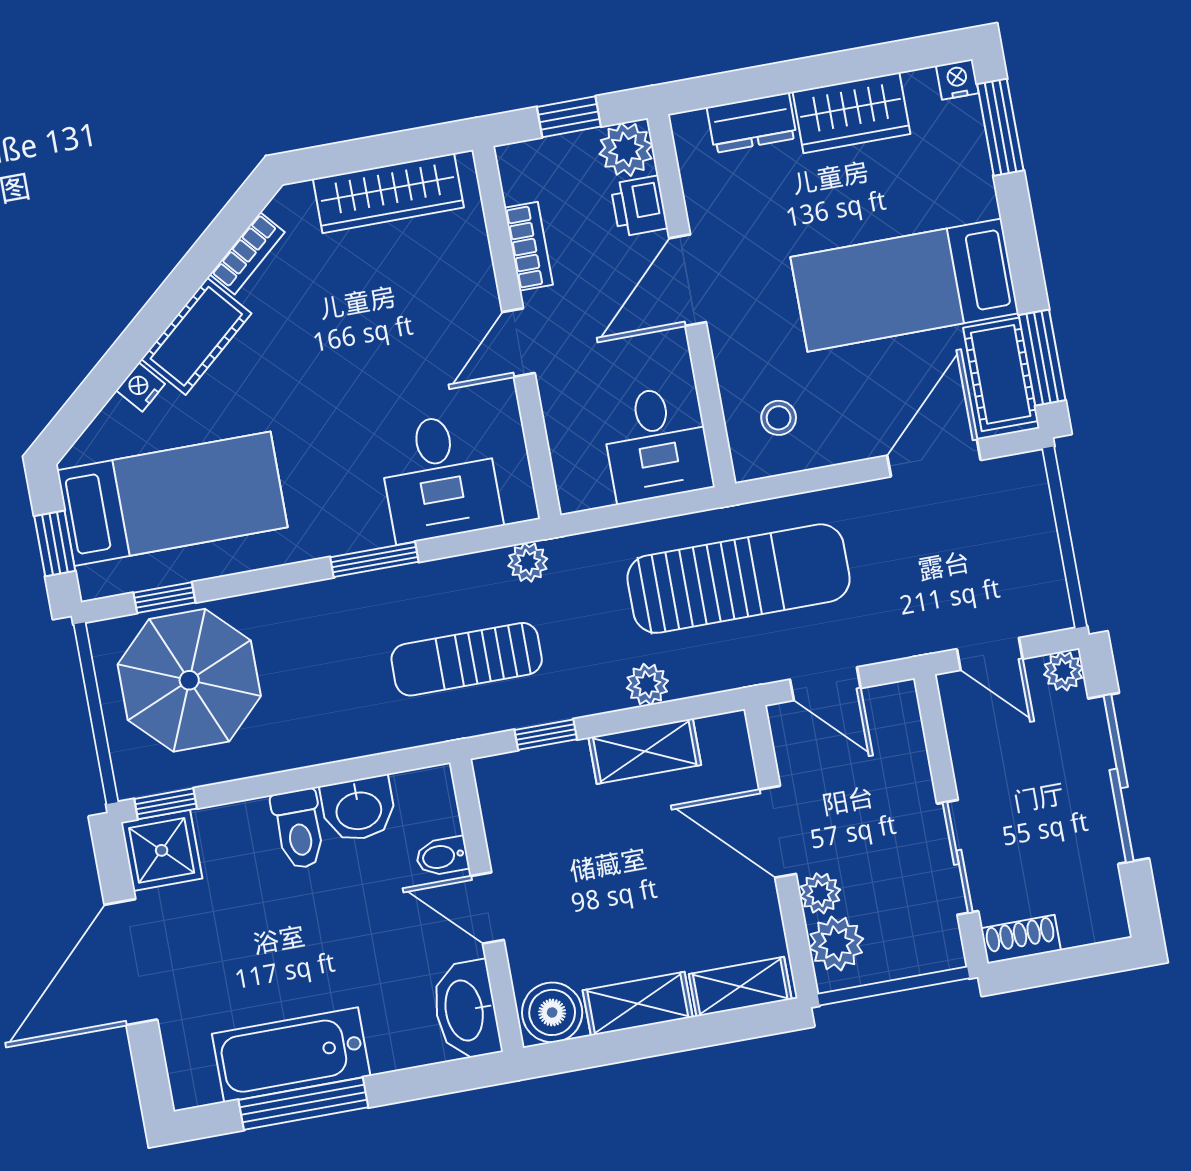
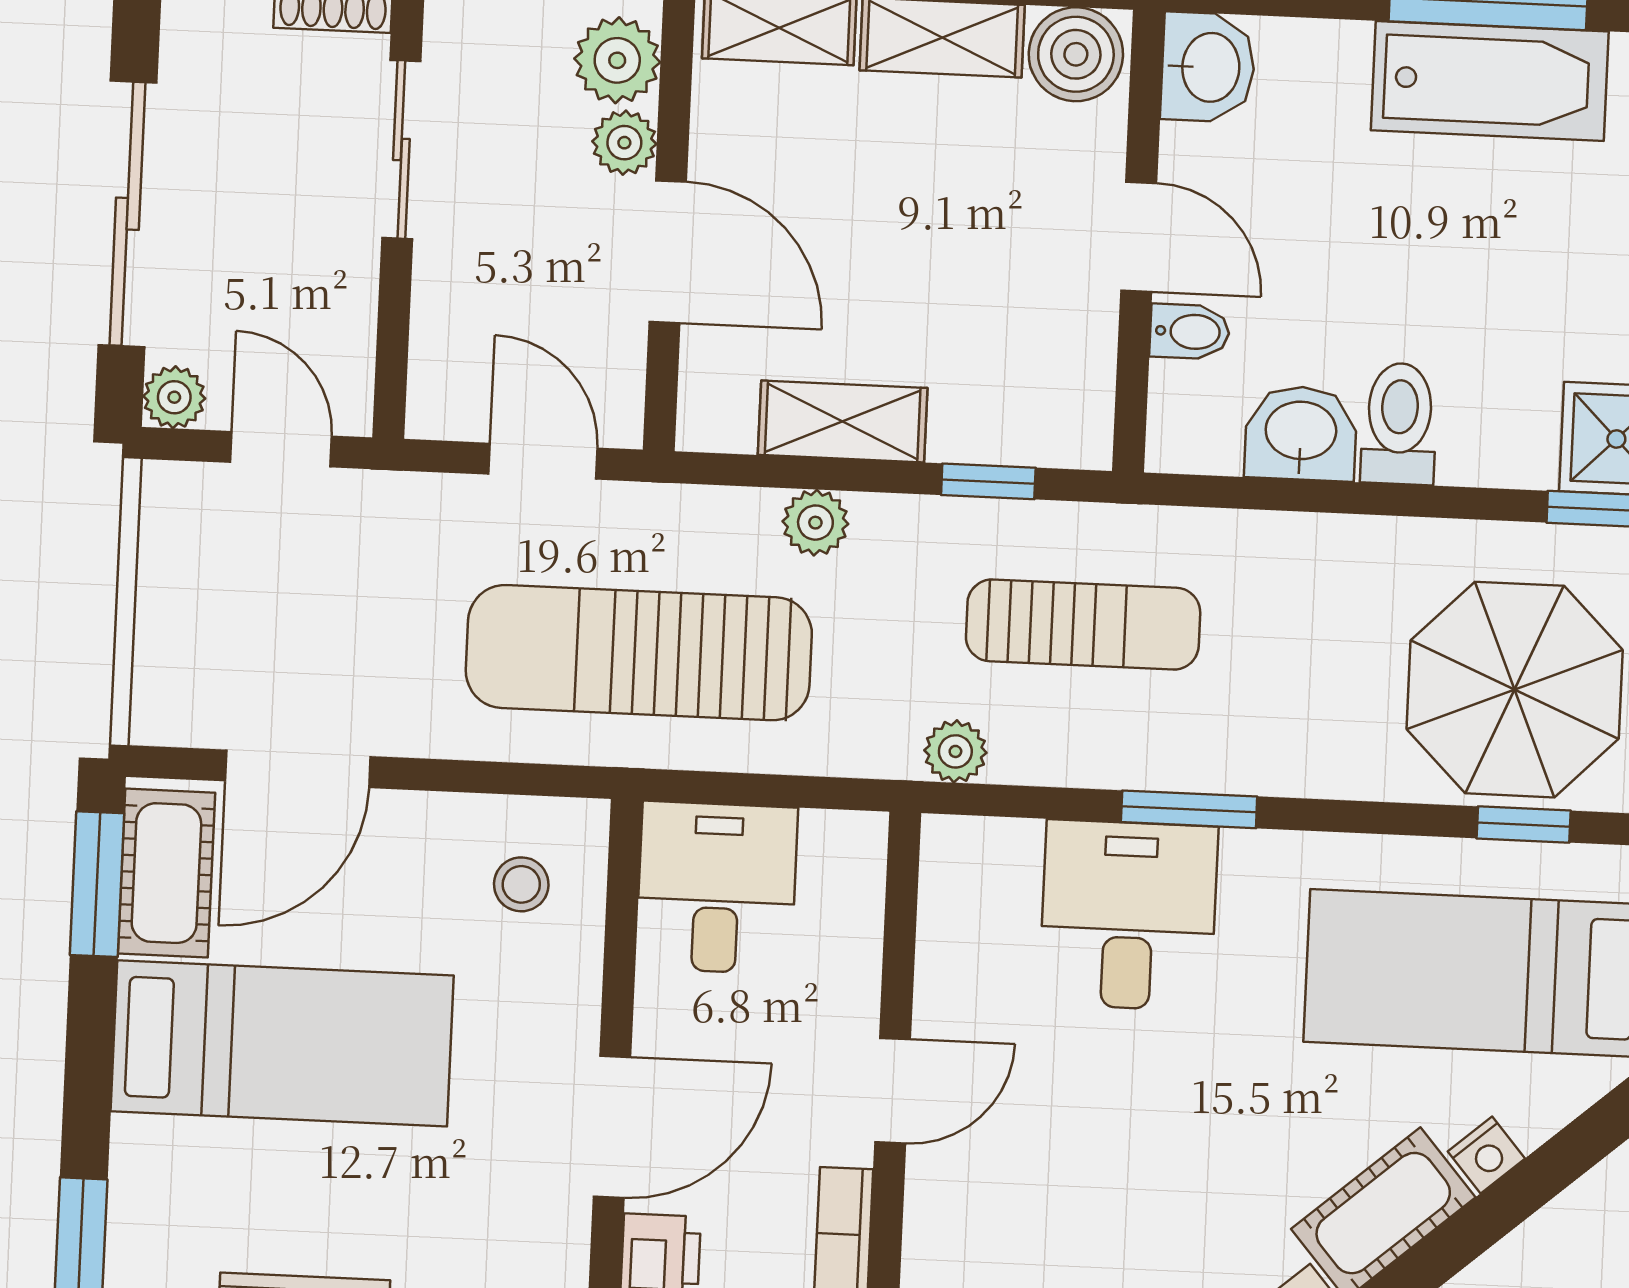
desk: (440, 477) -> (1129, 915), moved
washbasin: (466, 1010) -> (1208, 67), width x0.72

